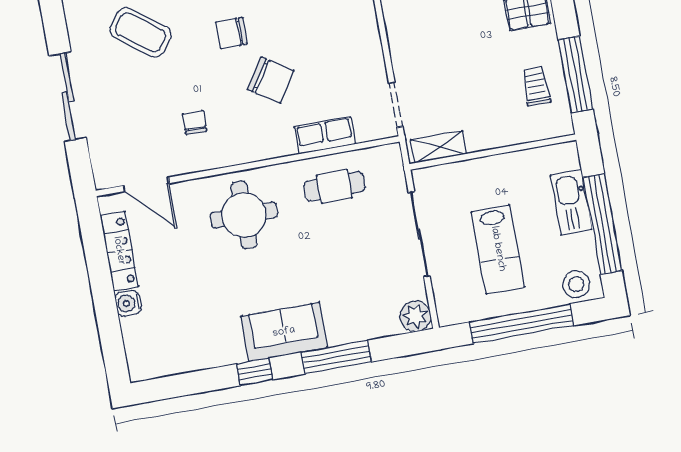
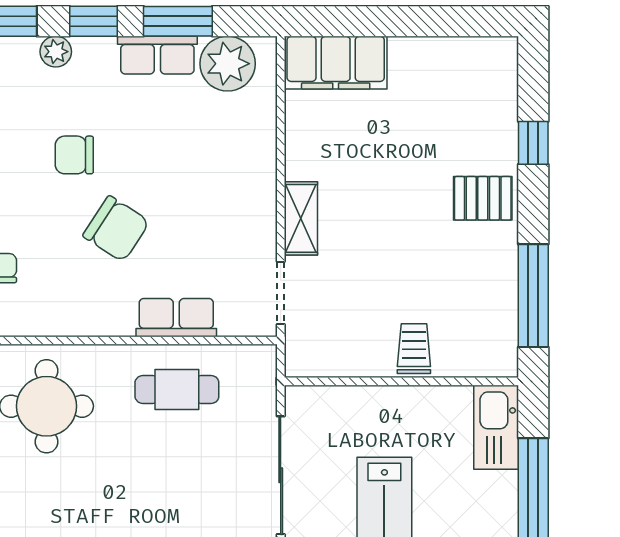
trolley: (536, 86) -> (414, 349), moved
shelving: (439, 147) -> (301, 218), moved, turned 90
kitchen sink: (571, 202) -> (496, 427), moved

